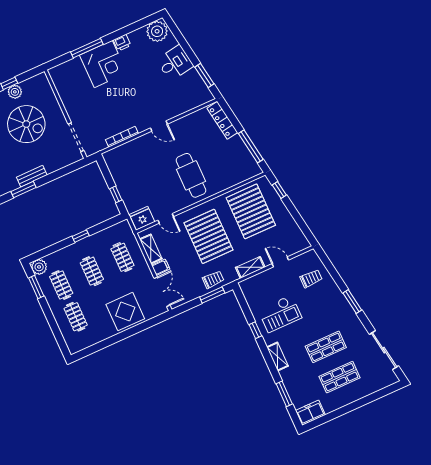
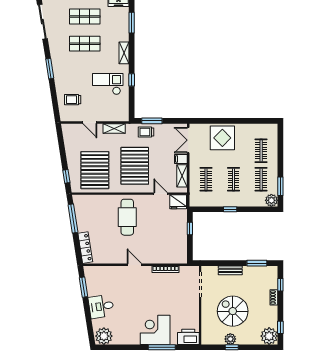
printer: (122, 43) -> (188, 337), moved, width x1.87, depth x1.48
bench: (32, 176) -> (230, 270), moved

